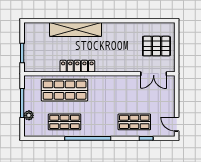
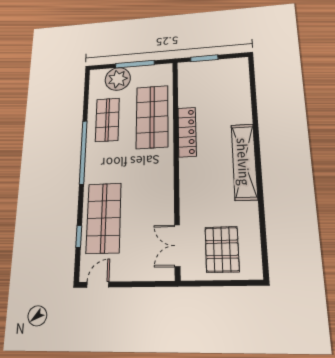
shelving: (76, 29) -> (244, 162), moved
plant: (29, 115) -> (118, 79), width x1.87, depth x1.87
shop shelf: (134, 122) -> (104, 218), width x1.43, depth x1.36

